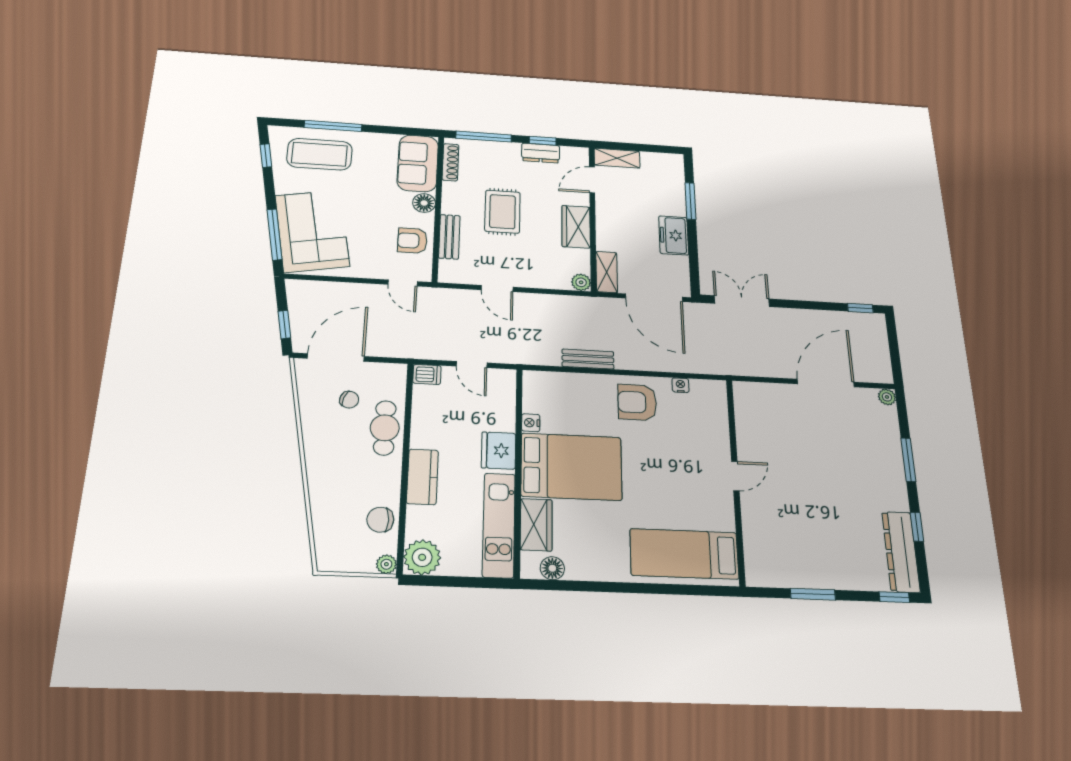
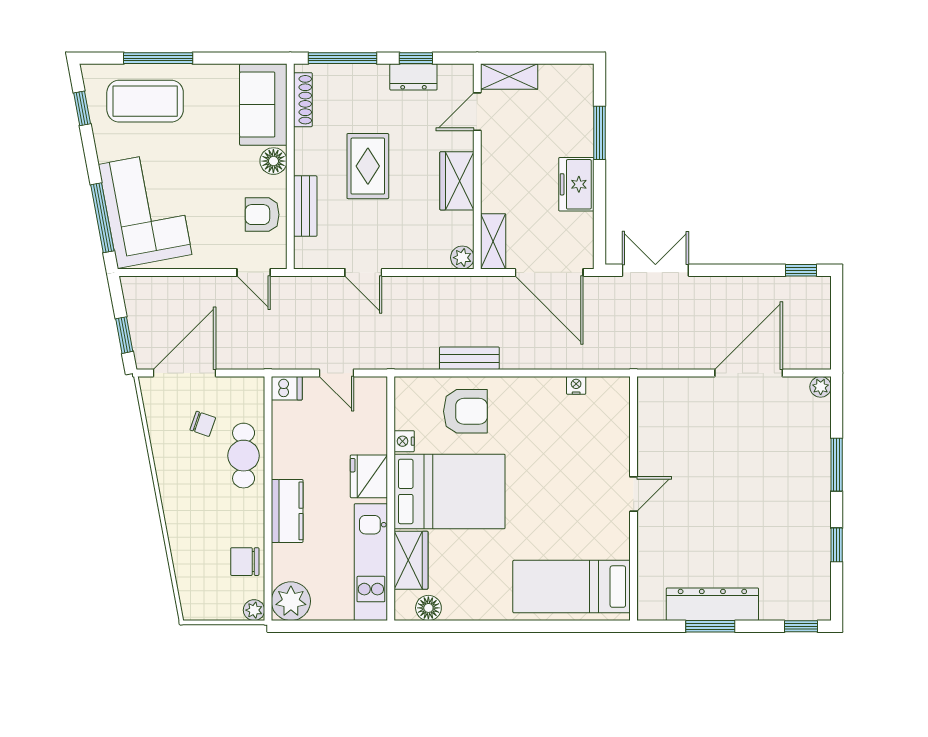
armchair: (637, 402) -> (465, 411), moved, turned 180
dresser: (901, 552) -> (712, 604), moved, turned 90

